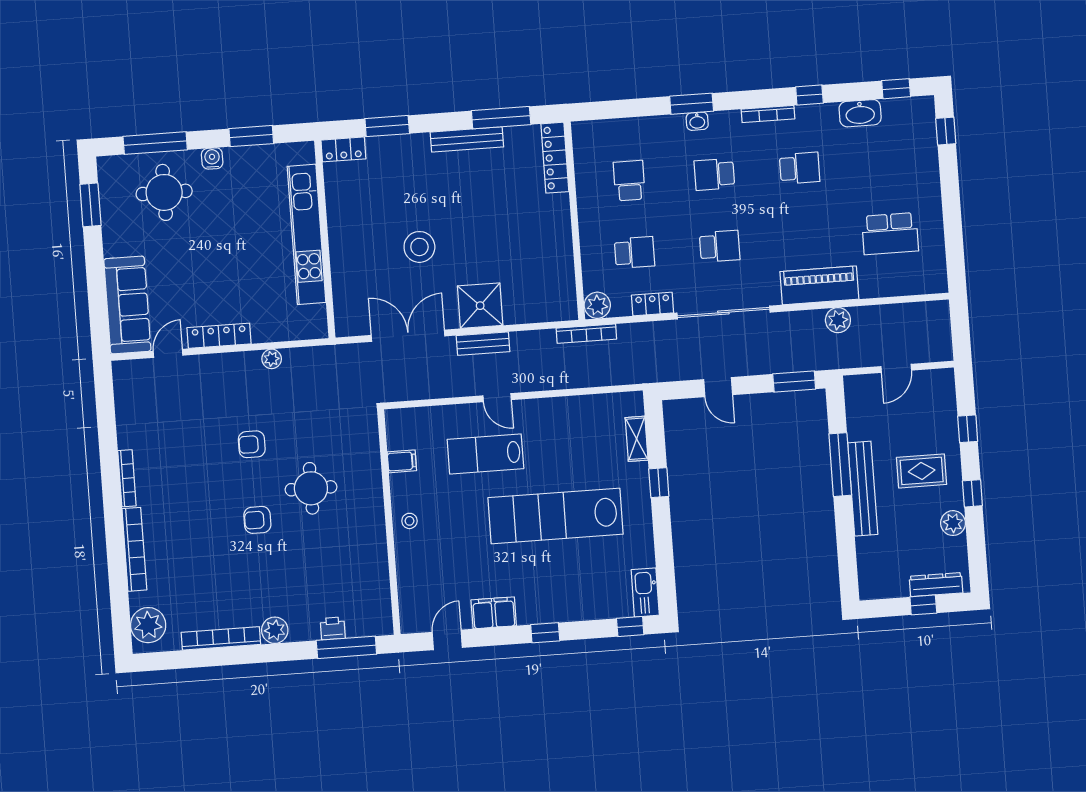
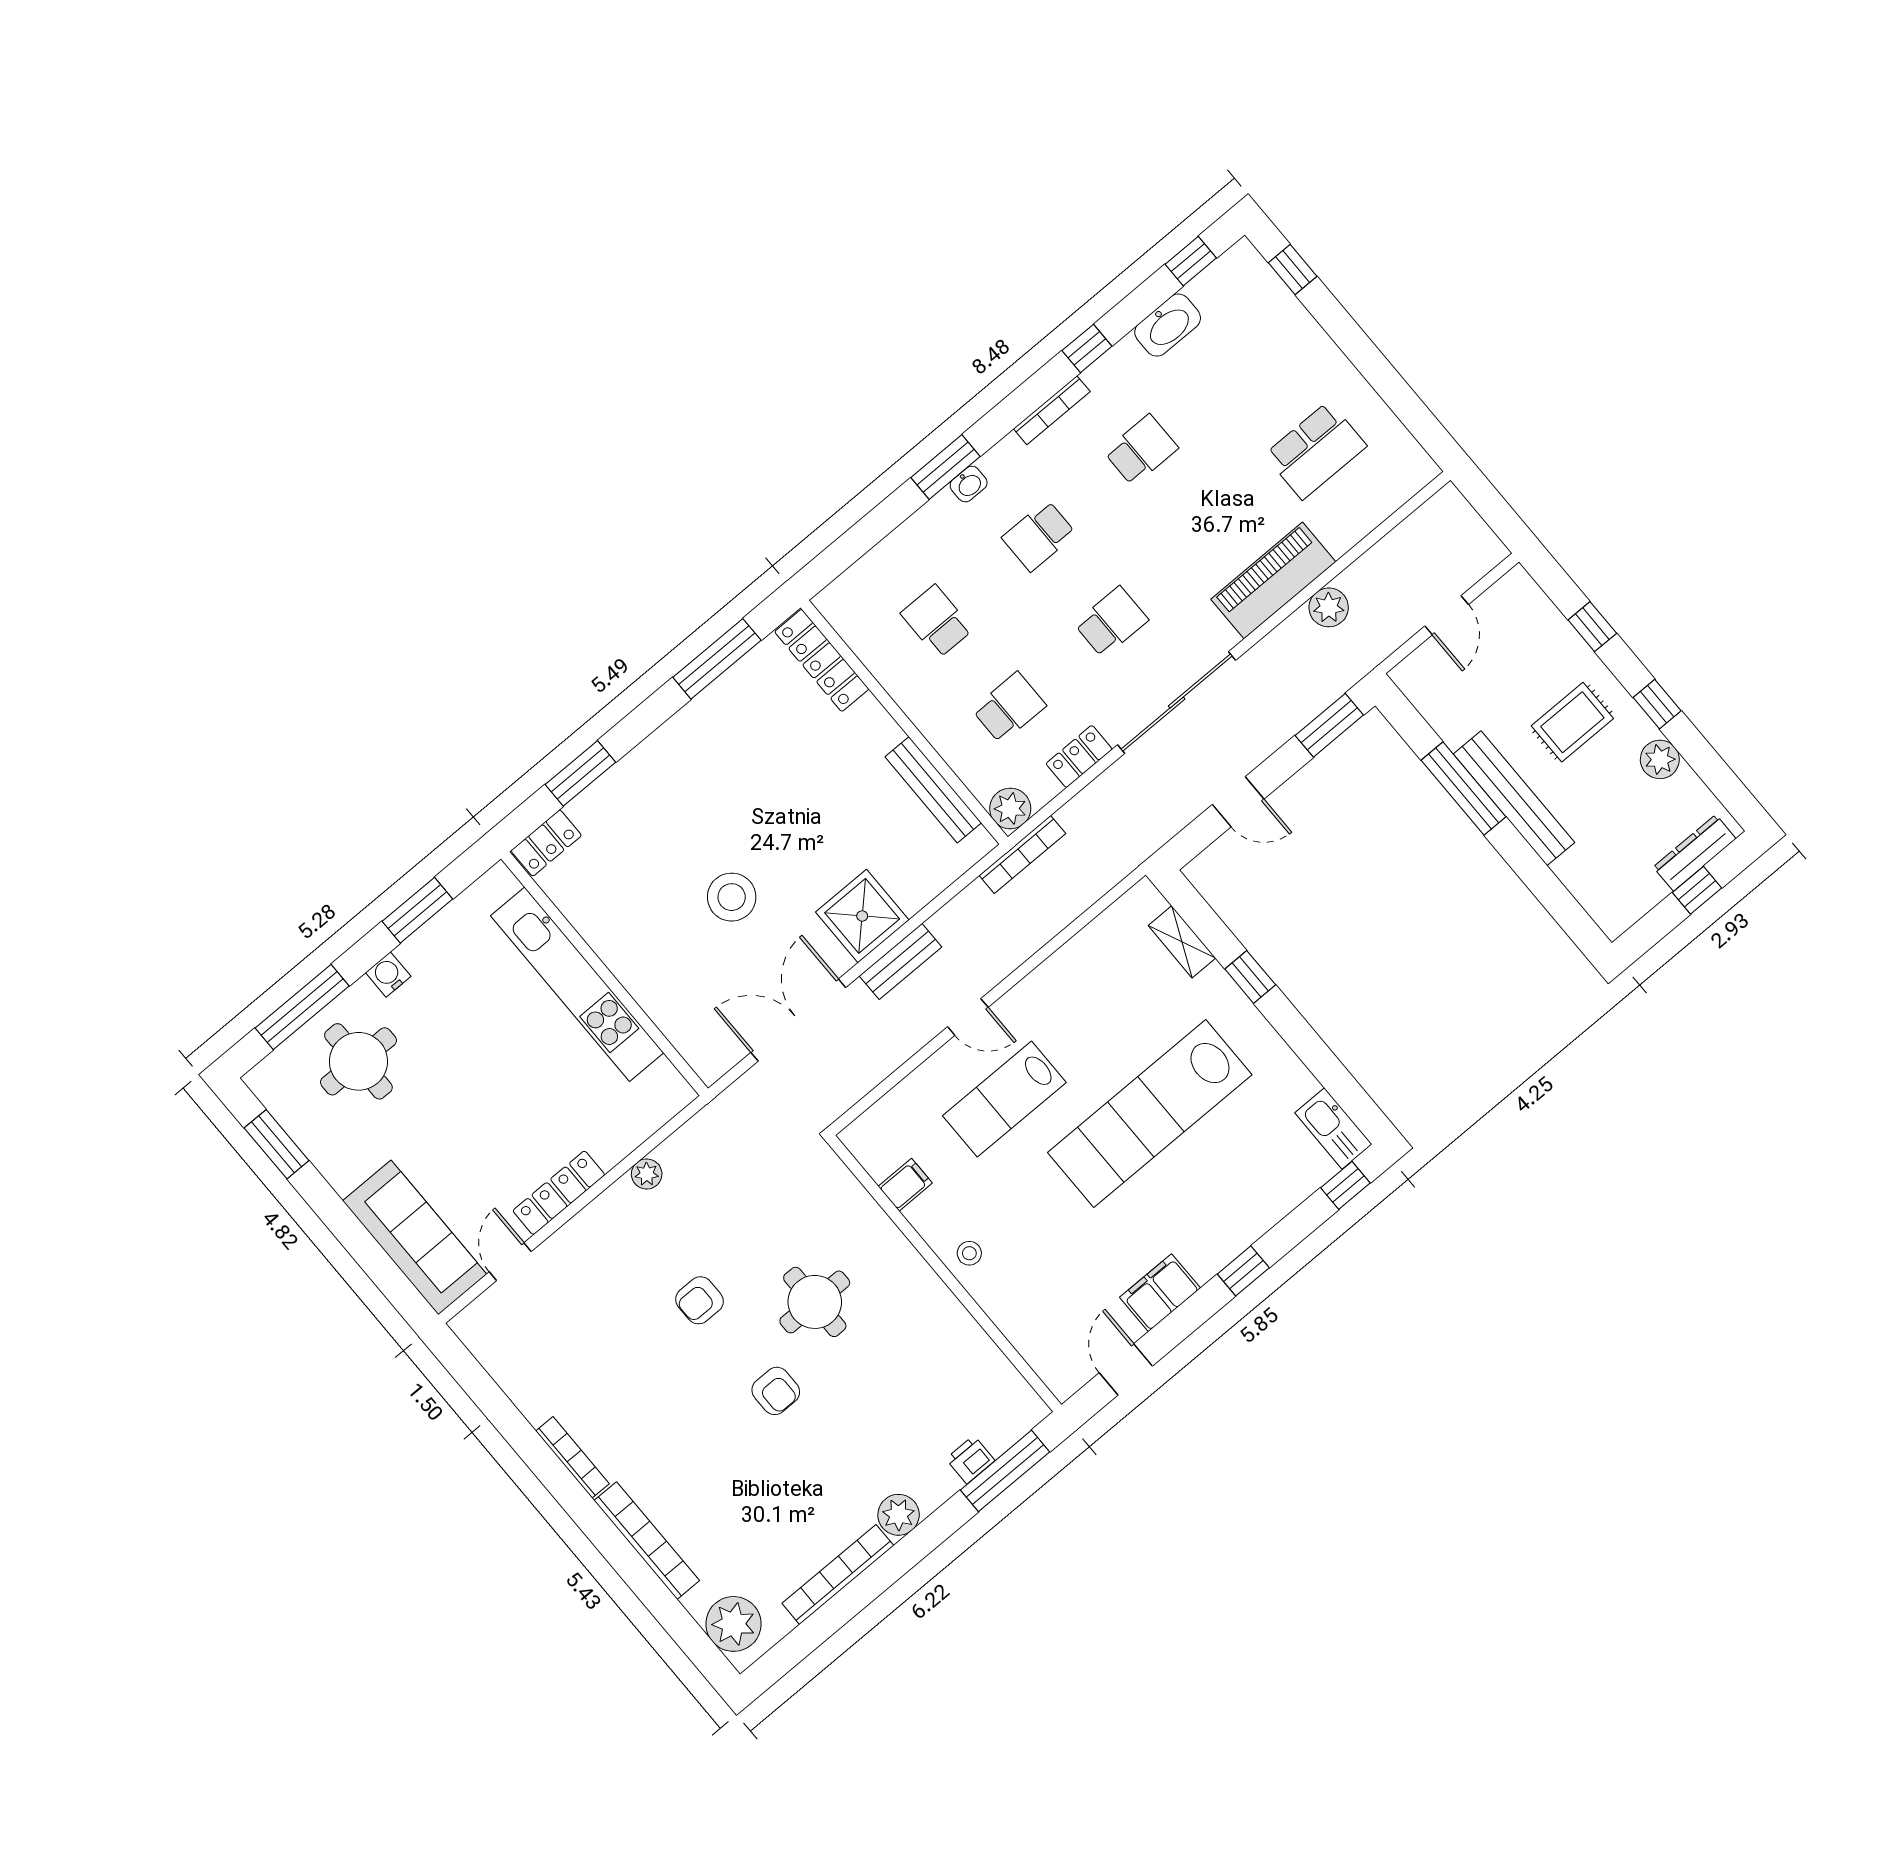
bench: (467, 139) -> (933, 790), moved, turned 90
armchair: (257, 520) -> (776, 1391), turned -90

